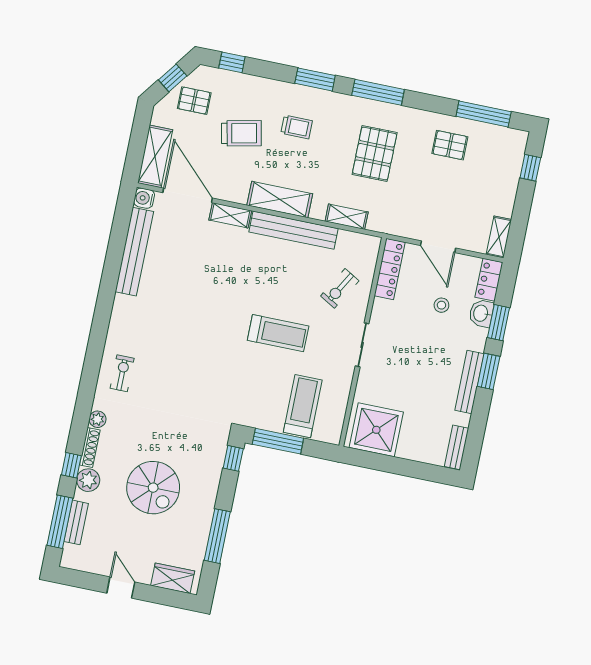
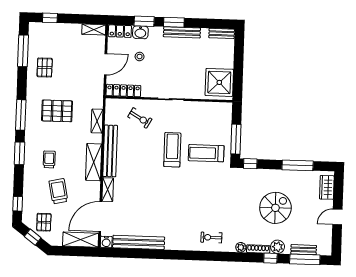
treadmill: (303, 406) -> (206, 153), moved

